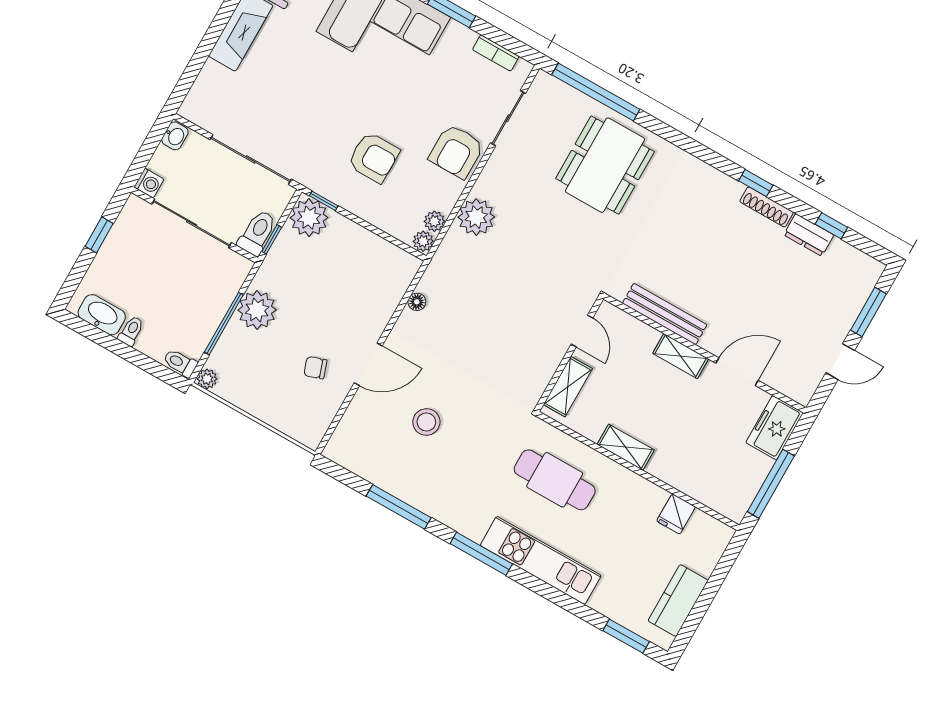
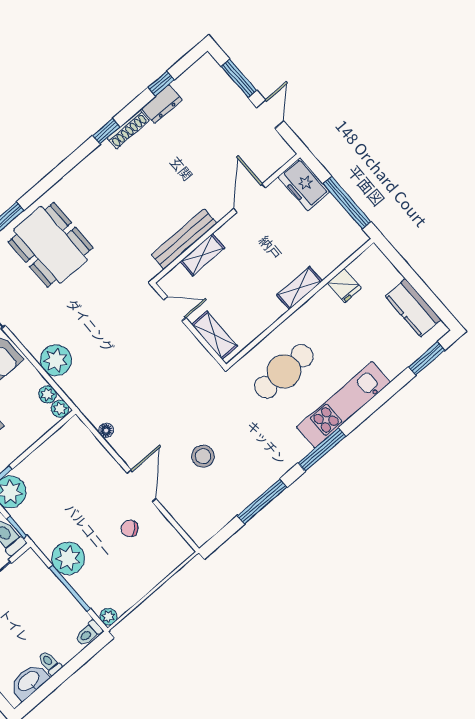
shelving: (681, 356) -> (203, 255), moved
chair: (315, 368) -> (130, 528), turned 68
shelving: (626, 447) -> (299, 288), moved

